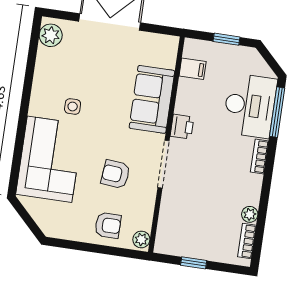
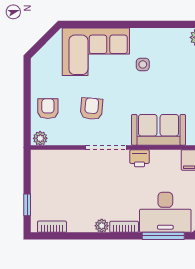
plant: (250, 214) -> (102, 226), moved
armchair: (108, 225) -> (48, 109), turned 180
window: (194, 263) -> (27, 205), moved

